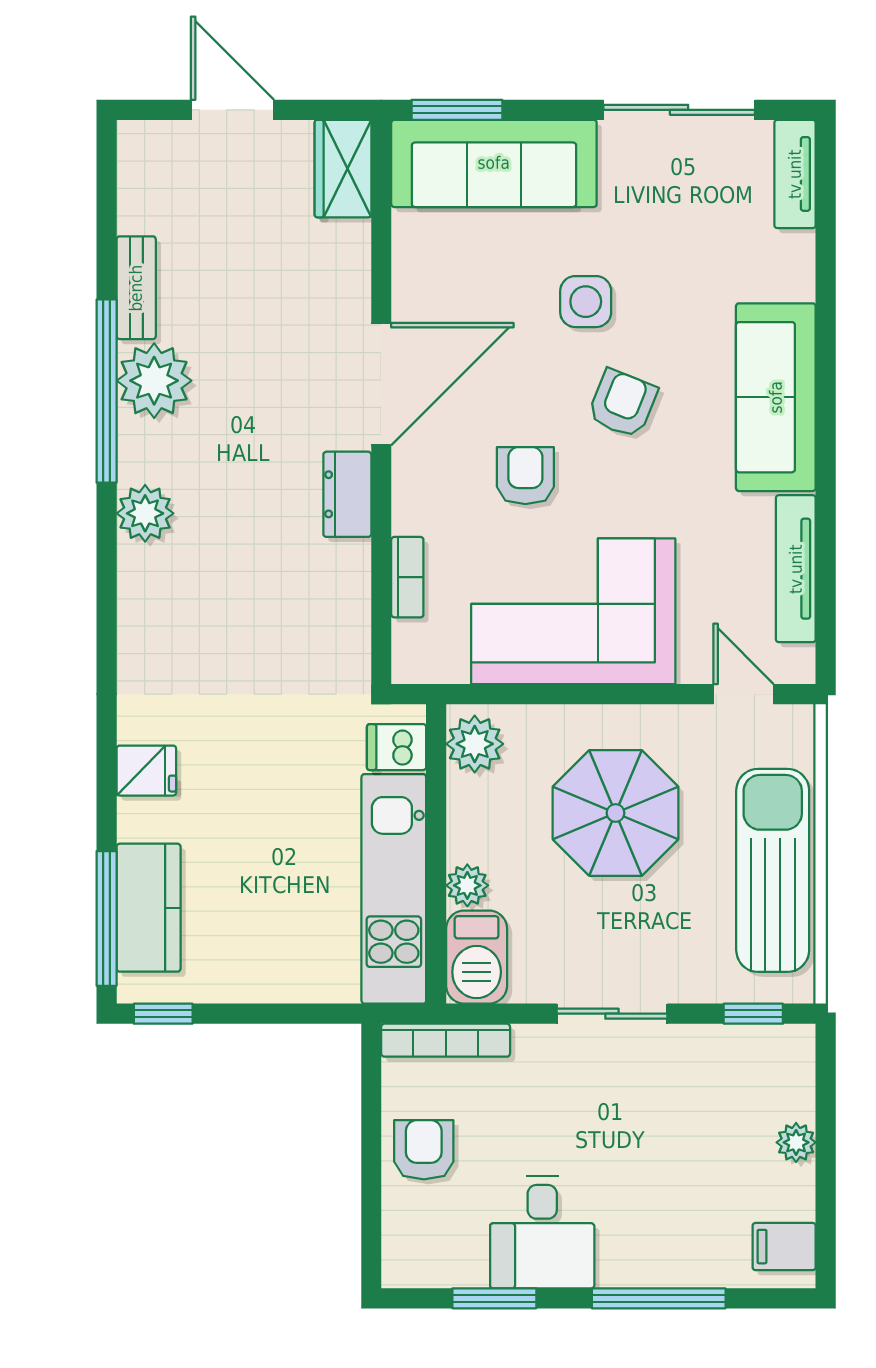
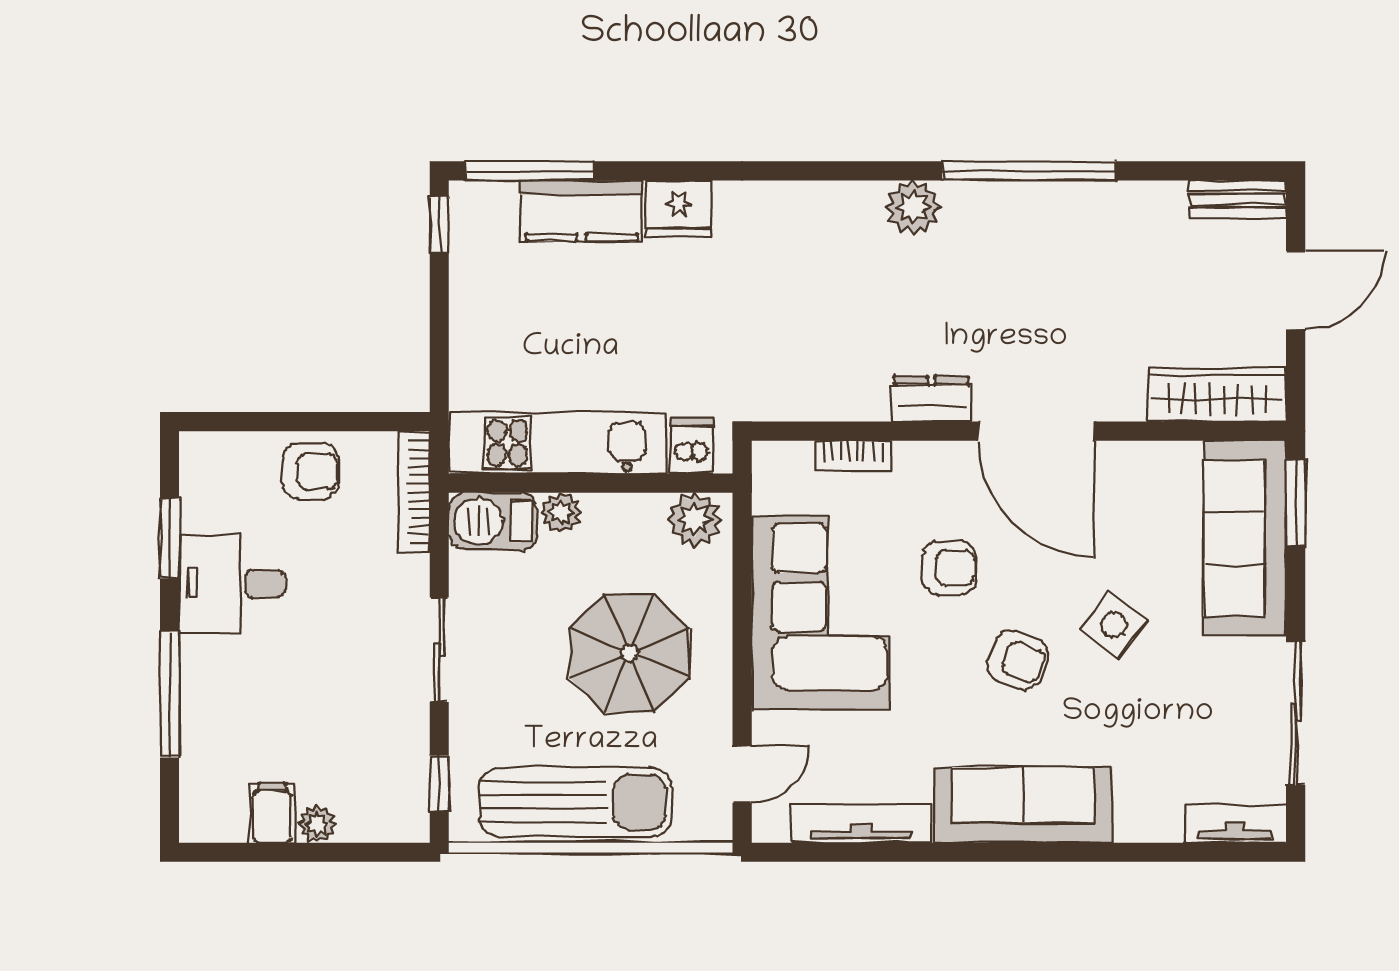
wardrobe: (343, 169) -> (1217, 395), width x1.50
bench: (136, 288) -> (1237, 199), moved
side table: (586, 302) -> (1114, 625), turned 38
plant: (154, 381) -> (1039, 216), removed
fridge: (146, 771) -> (679, 209), width x1.38
kitchen counter: (149, 908) -> (582, 211), moved
filing cabinet: (784, 1247) -> (272, 813), moved

